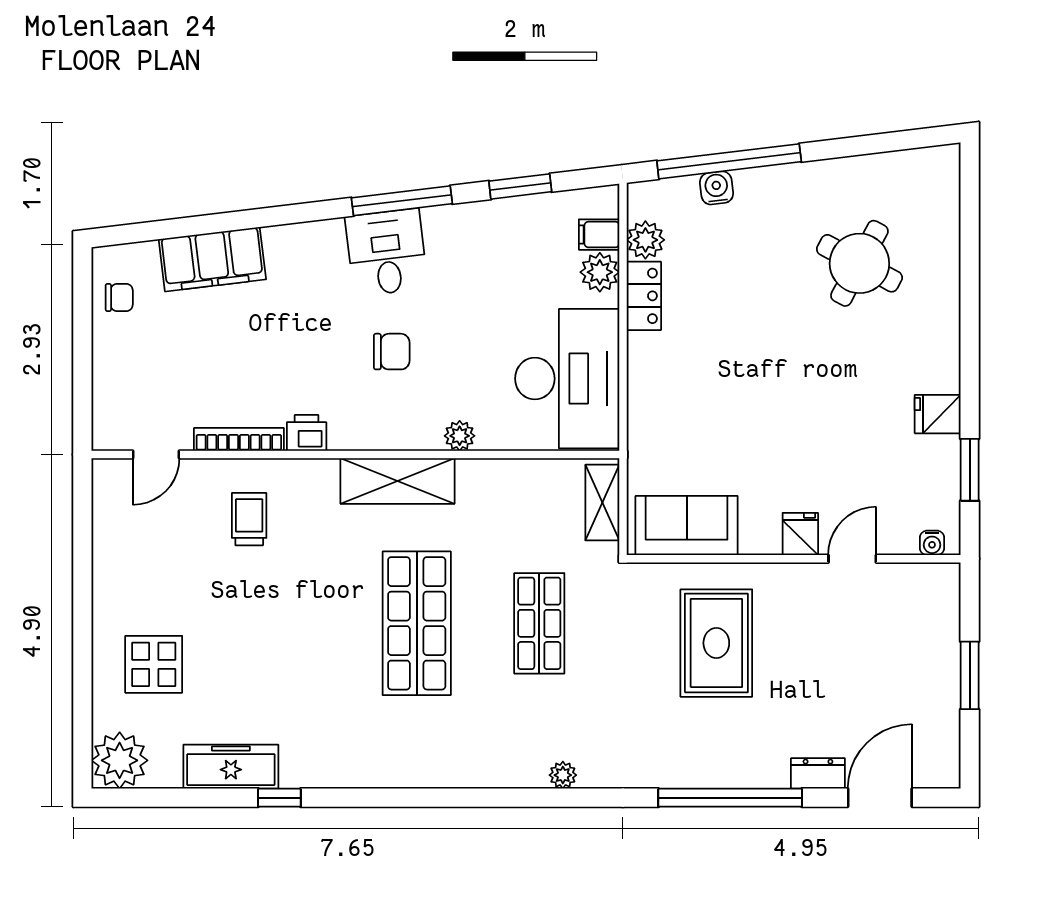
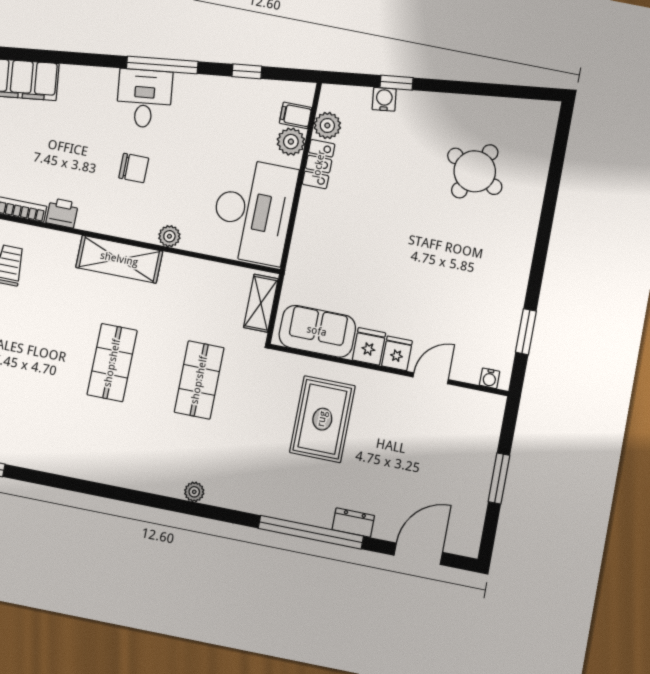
window: (729, 161) -> (397, 83), width x0.32
window: (520, 186) -> (247, 71), width x0.67
fridge: (938, 414) -> (369, 346), moved, turned 90
shop shelf: (417, 623) -> (112, 363), width x0.70, depth x0.74
dresser: (818, 773) -> (353, 523), moved

